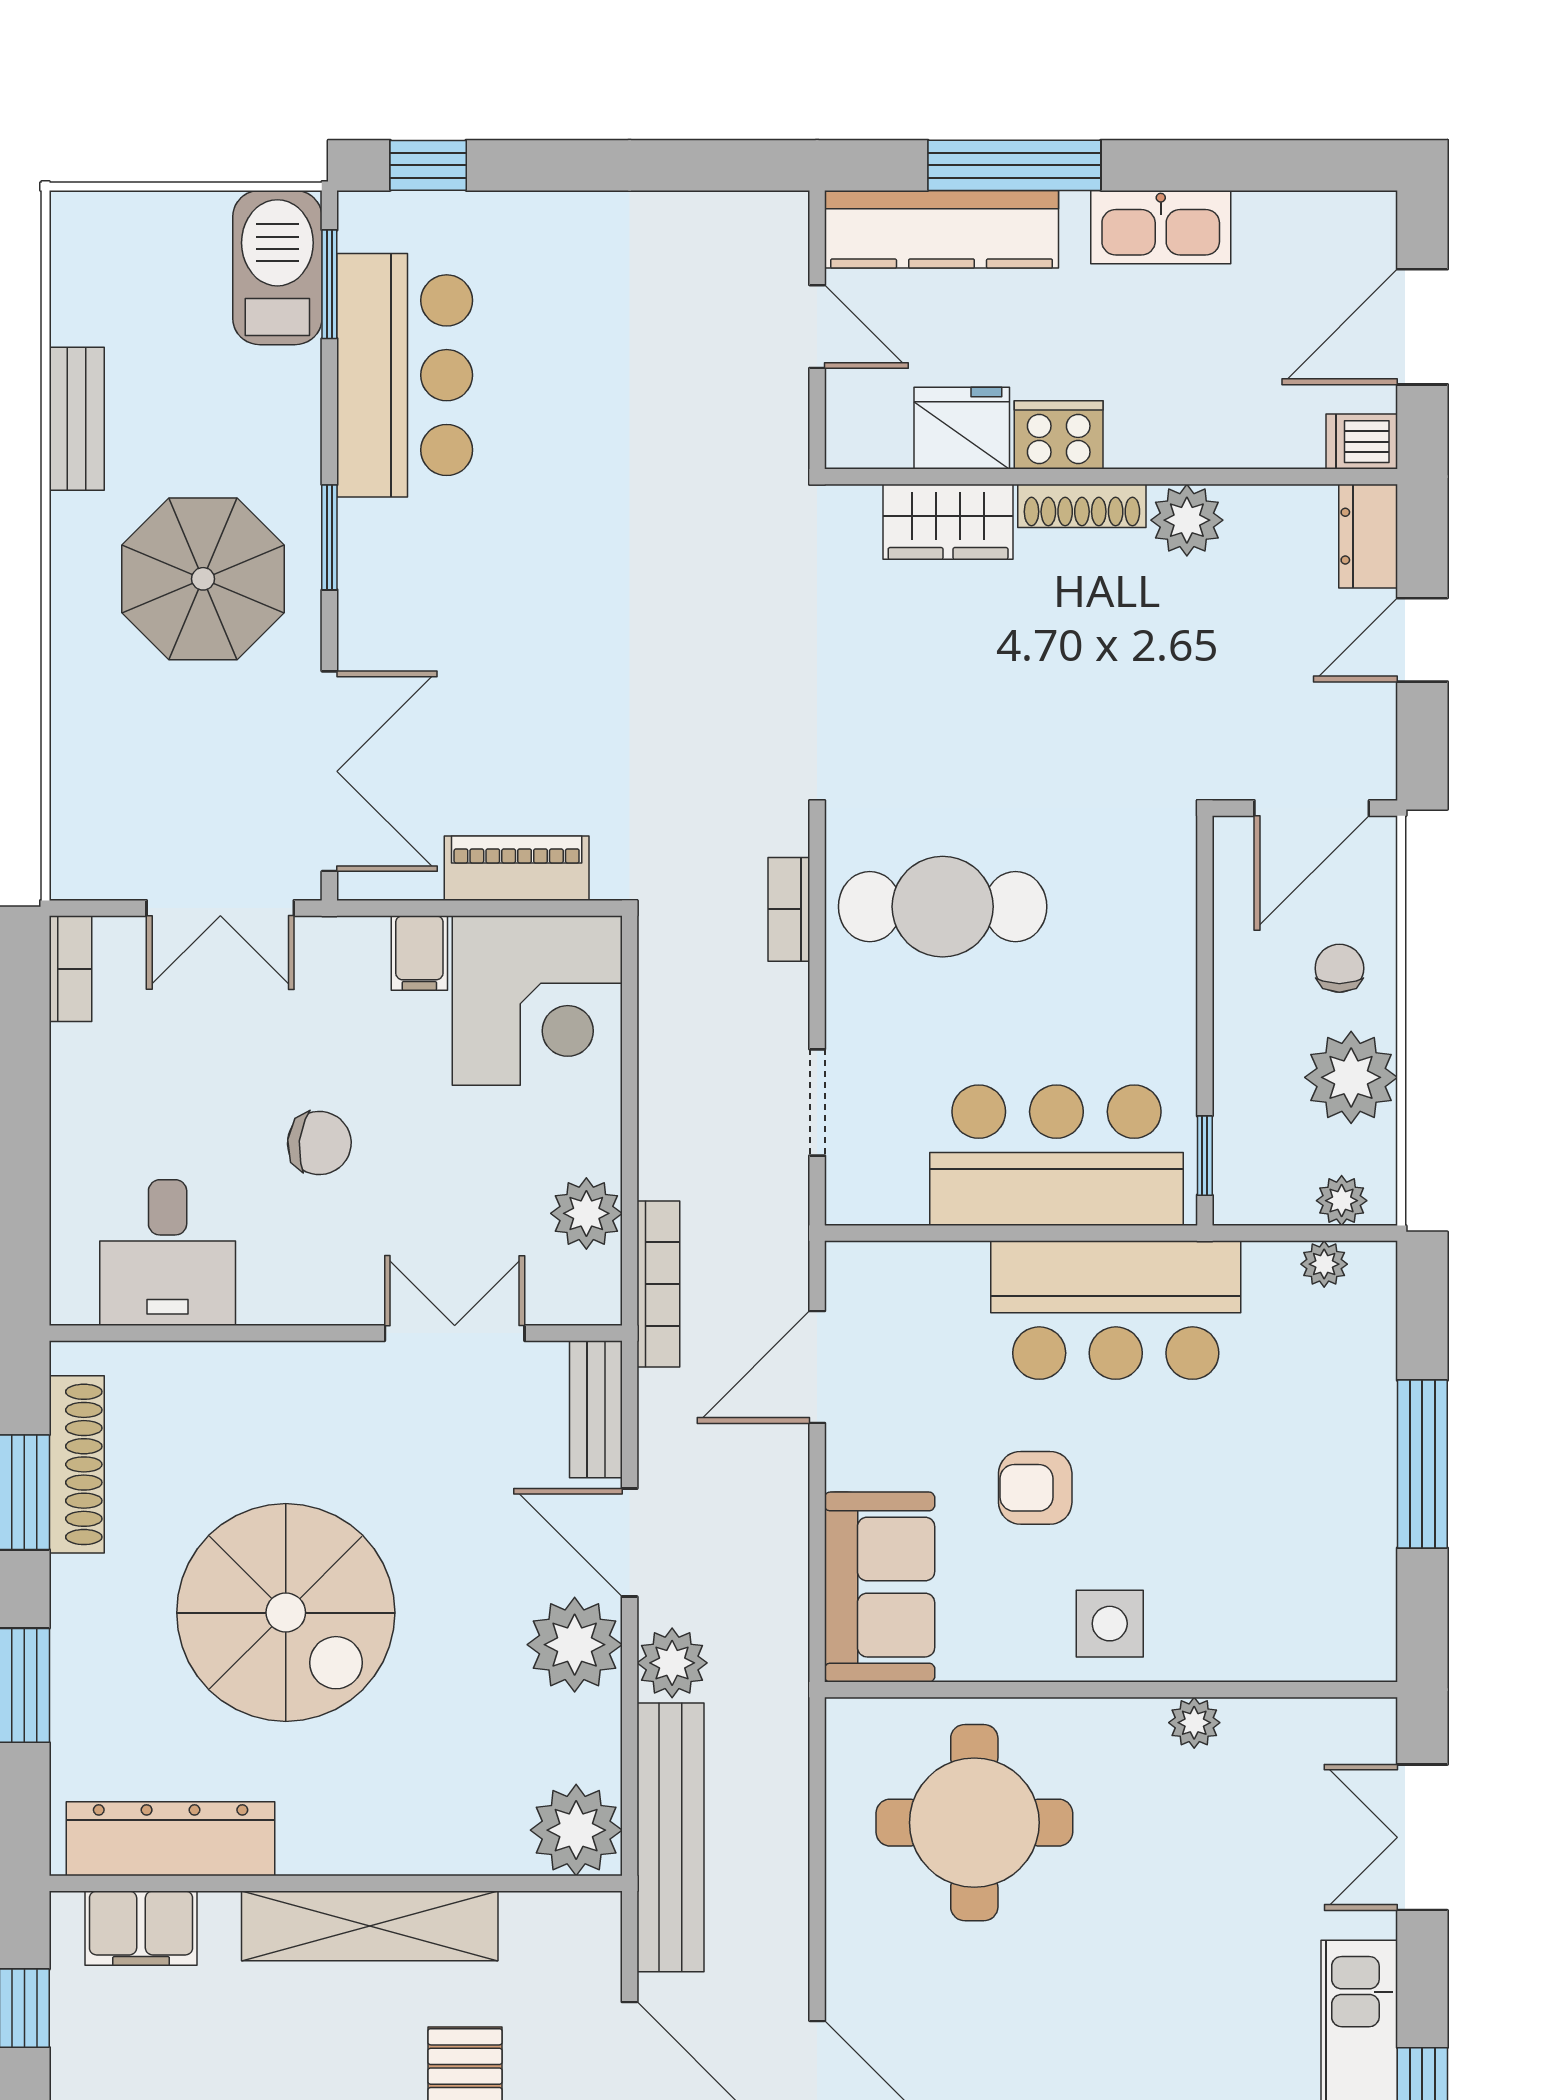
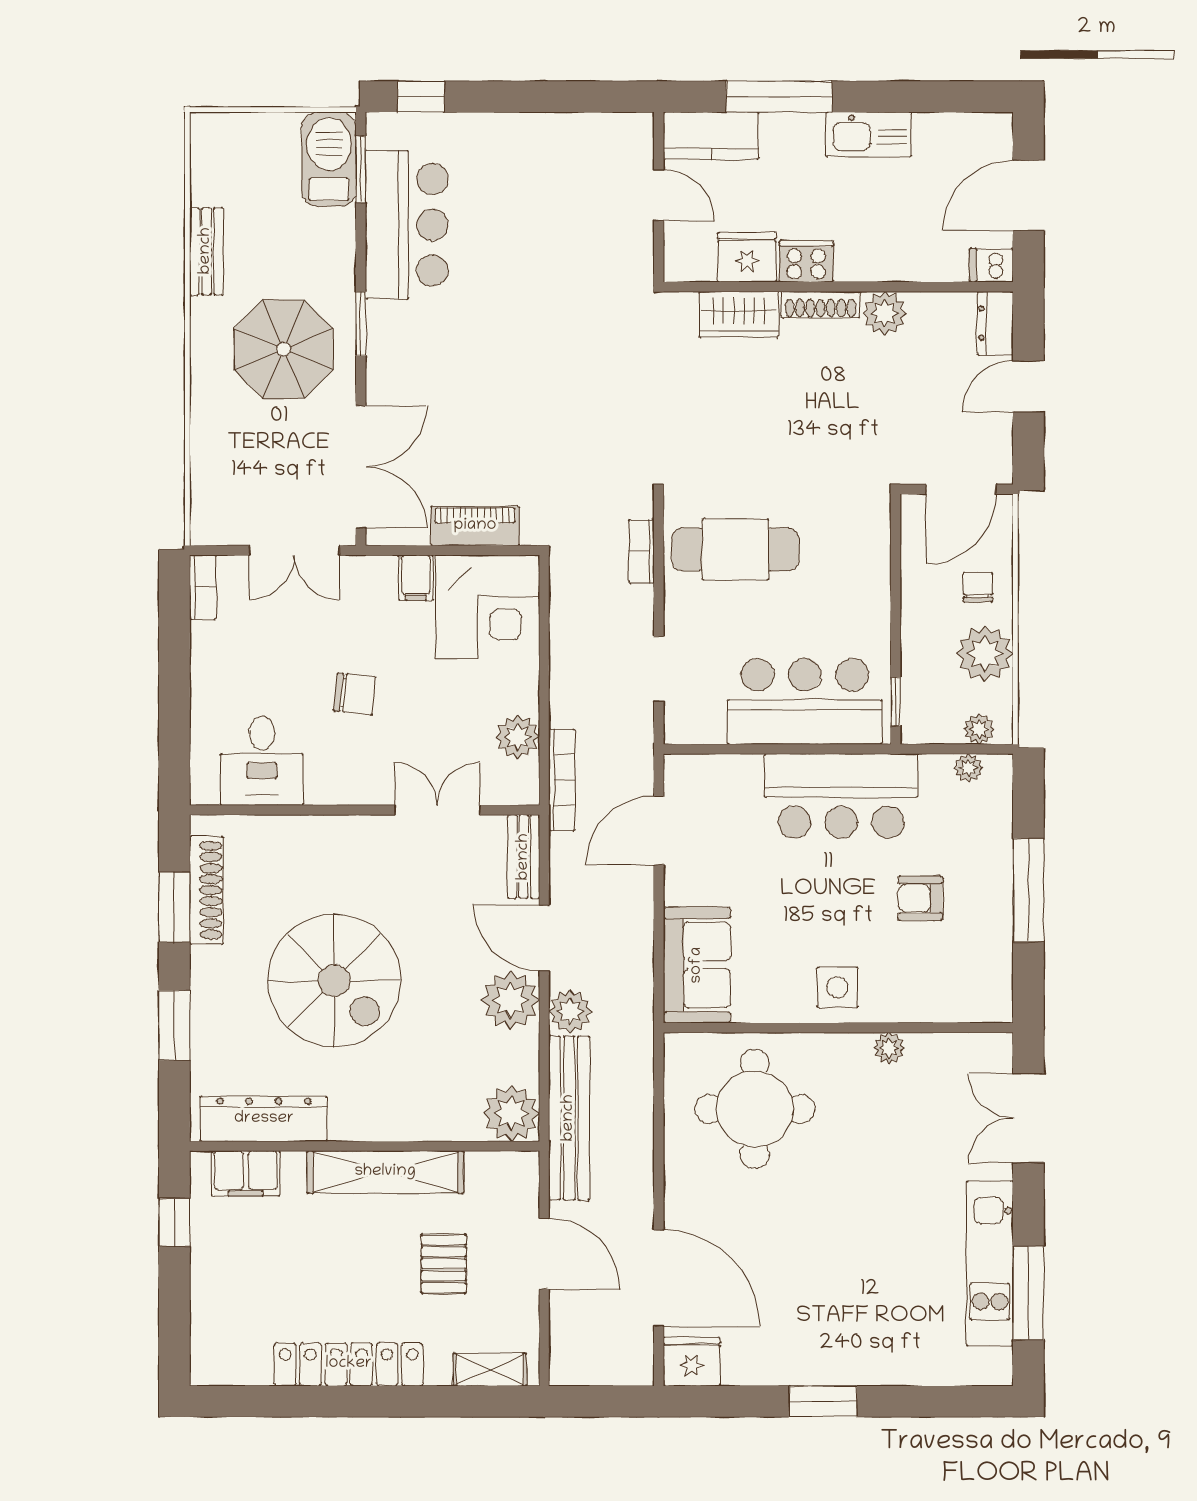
kitchen counter: (942, 229) -> (711, 136), width x0.67
armchair: (1035, 1488) -> (920, 898), moved

